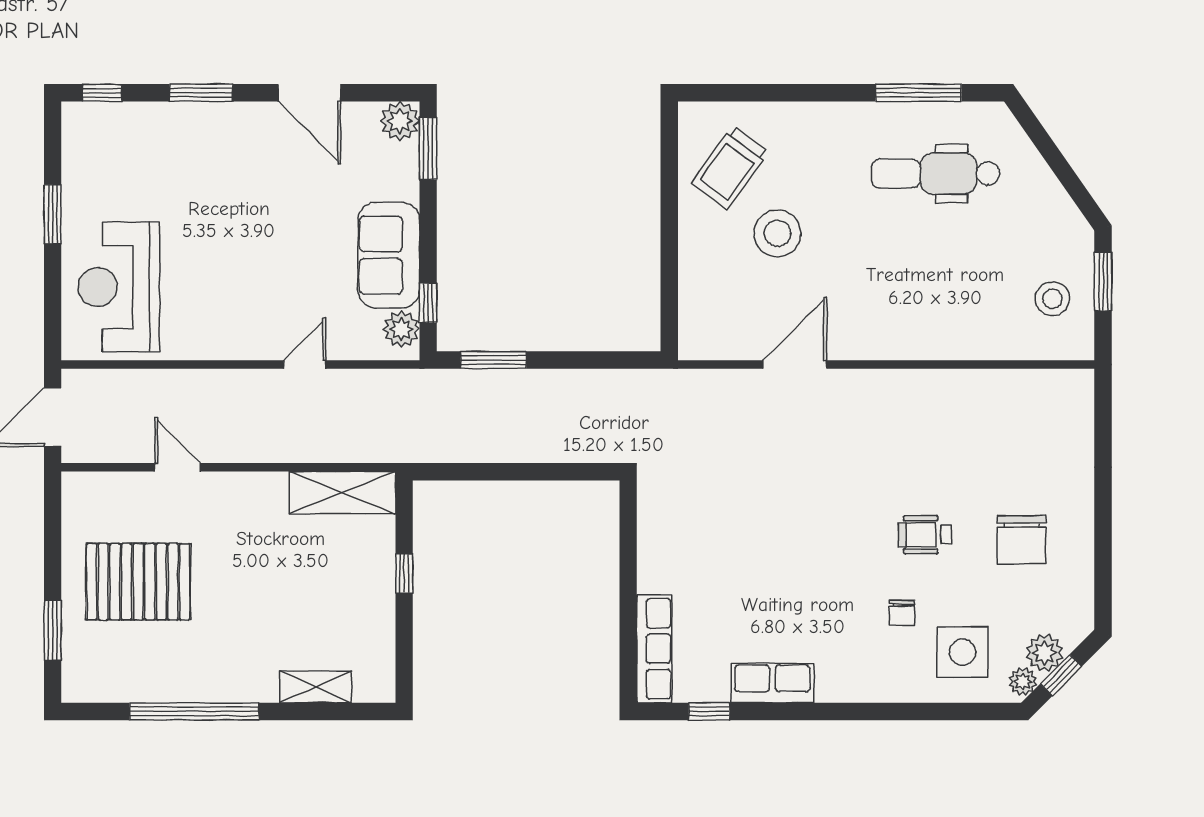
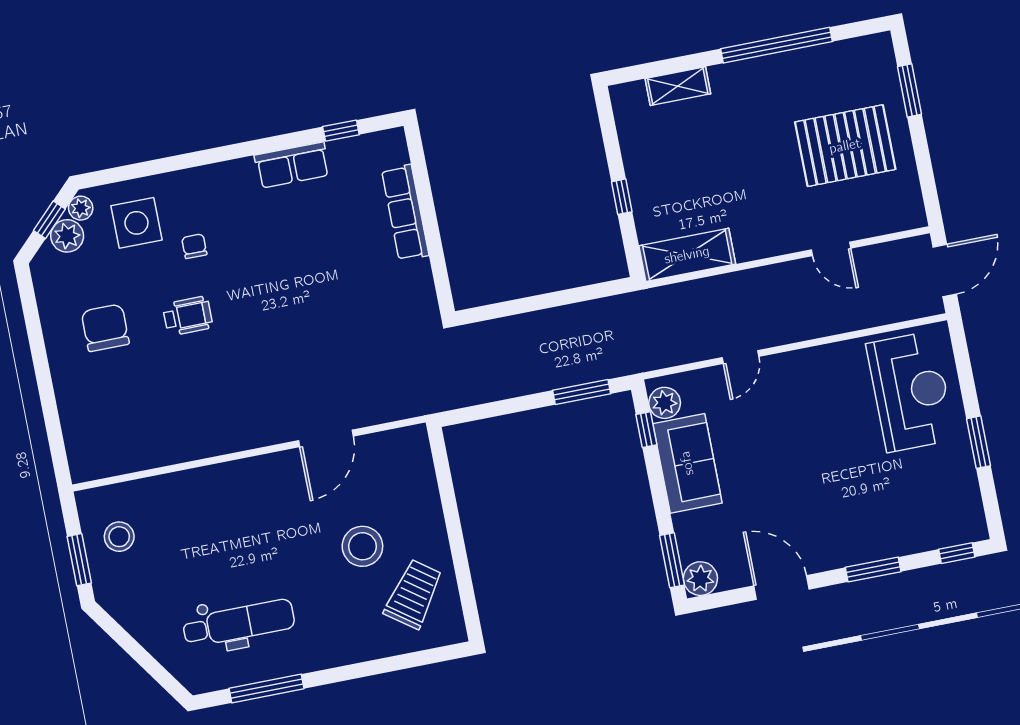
row of seats: (654, 649) -> (405, 213), moved

